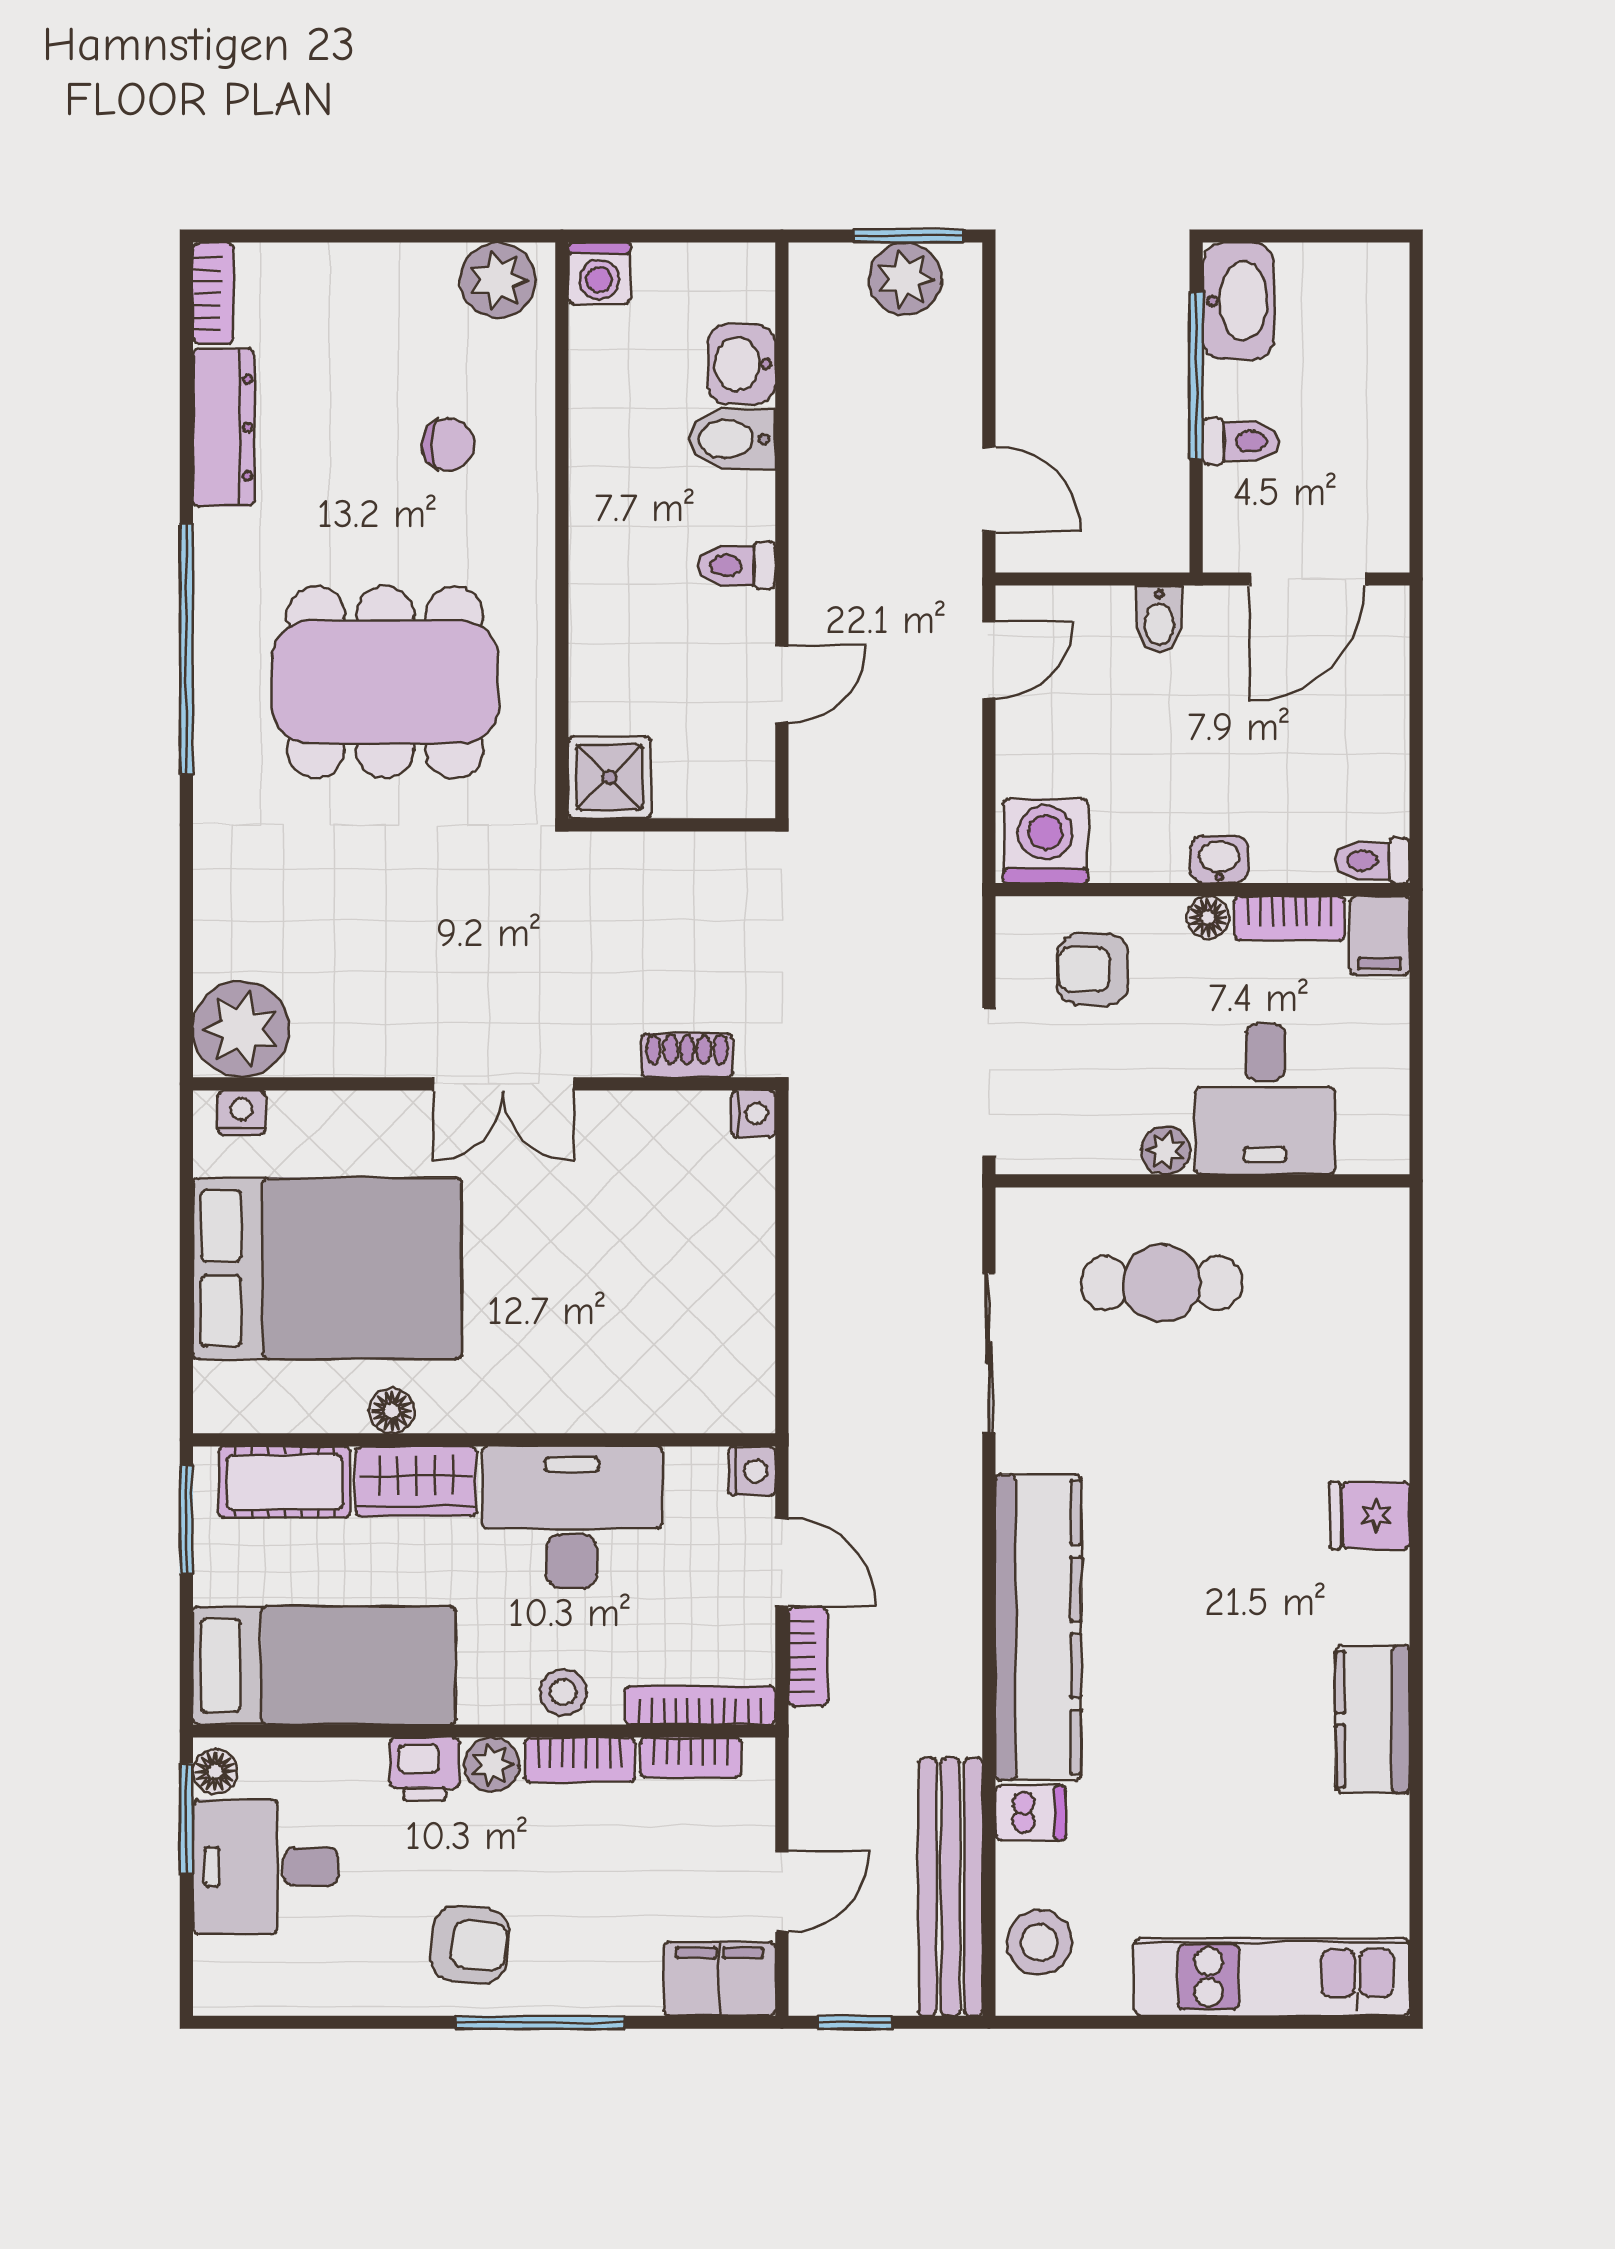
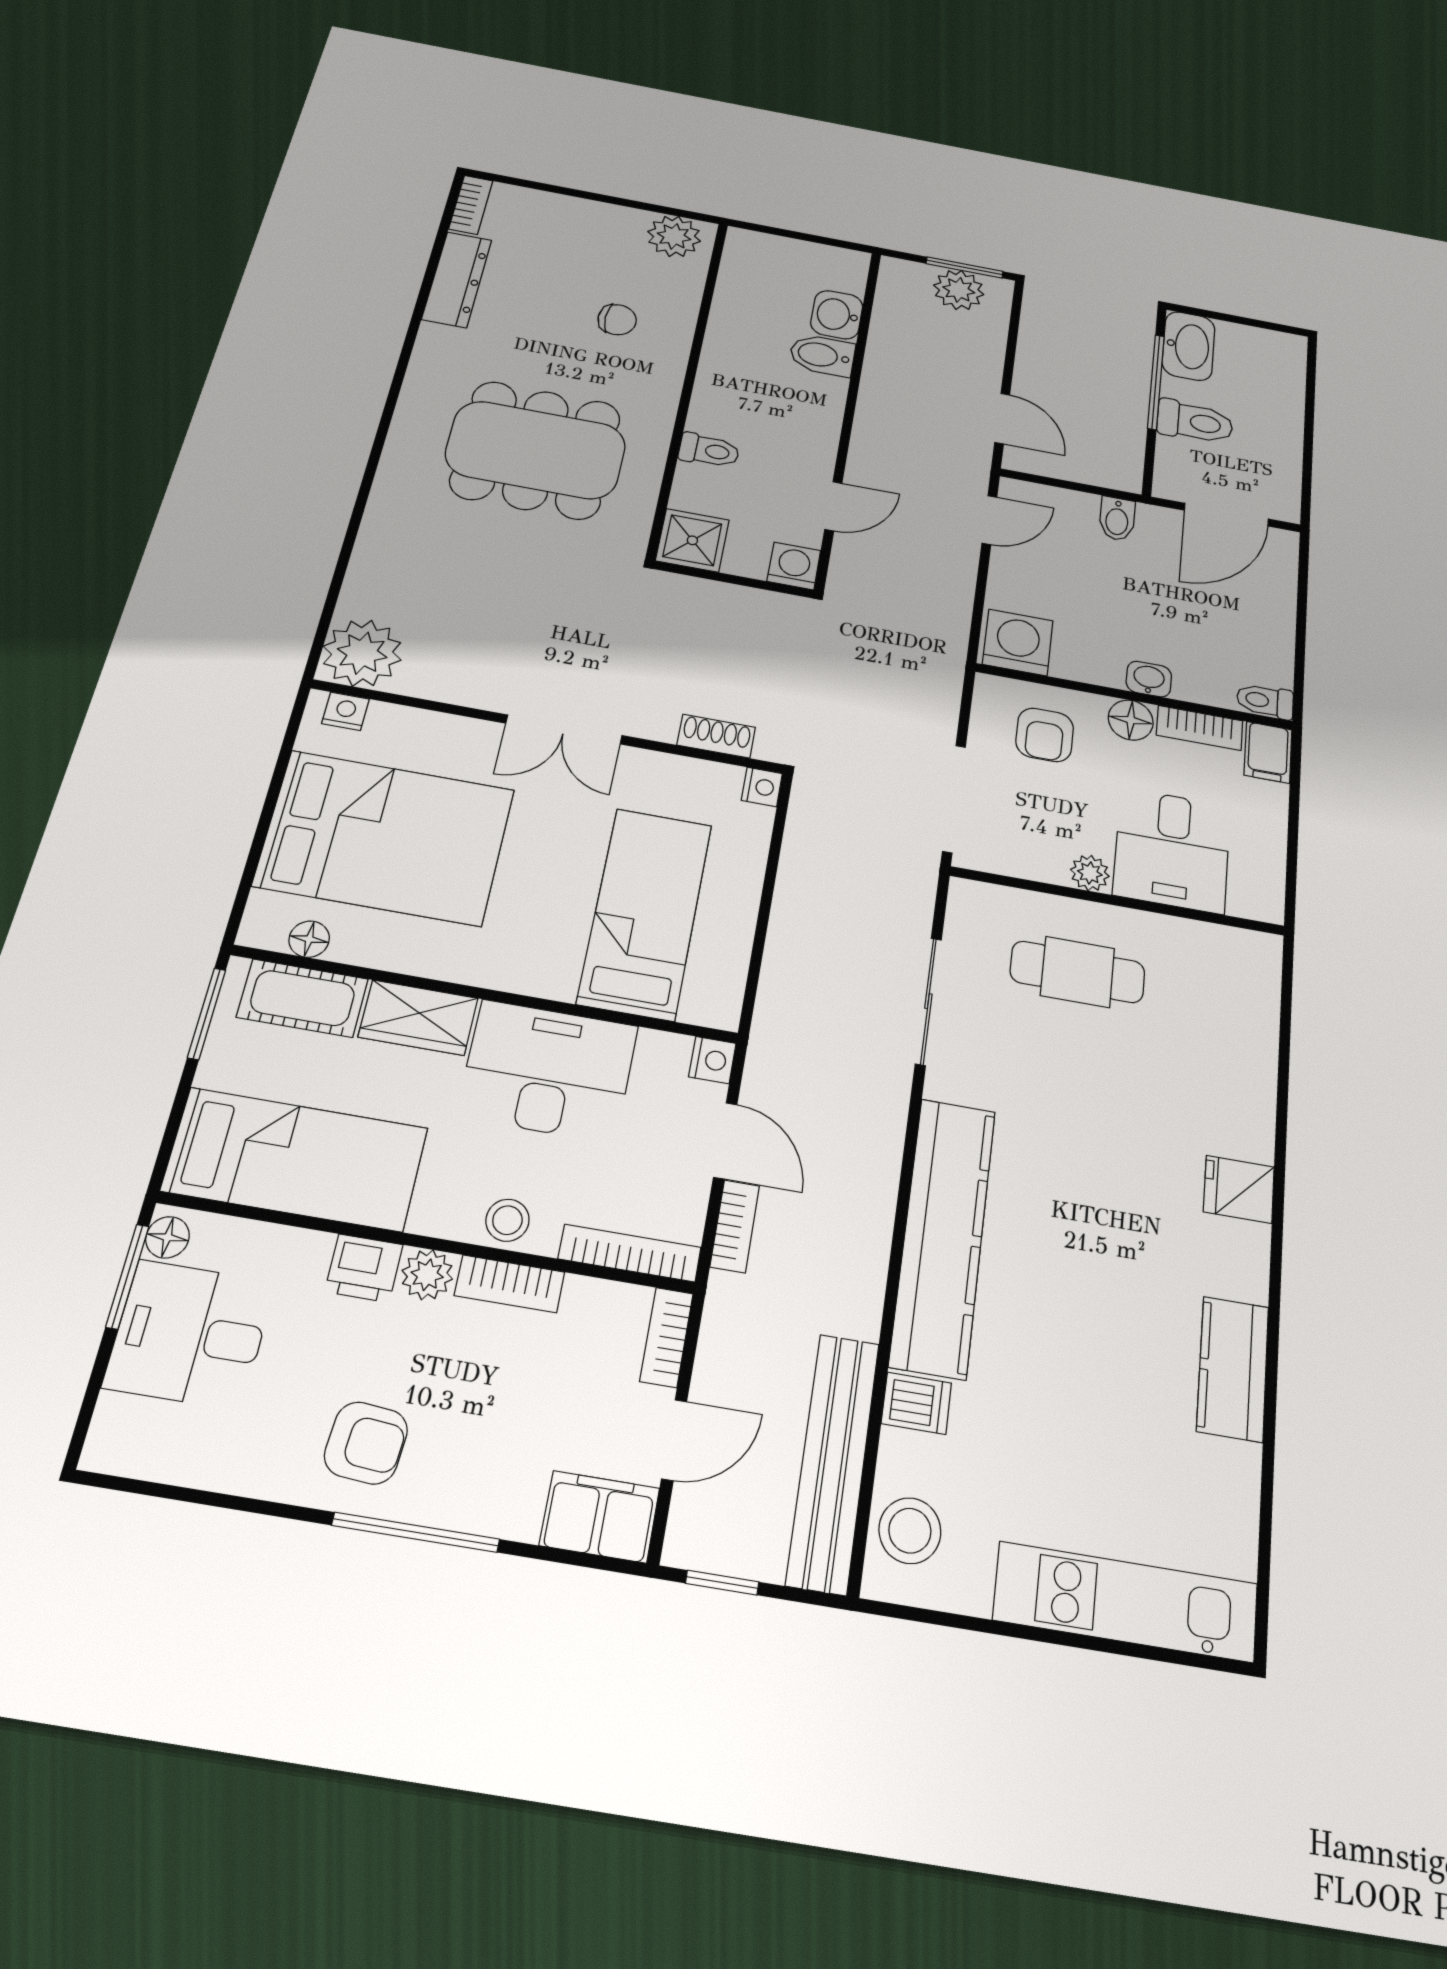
washing machine: (599, 273) -> (794, 566), moved, turned 180
toilet: (1240, 441) -> (1195, 422), width x1.37, depth x1.39
toilet: (737, 565) -> (709, 451), moved, turned 180
window: (186, 649) -> (391, 402), removed
floor lamp: (1208, 917) -> (1131, 720), width x1.37, depth x1.37
armchair: (1093, 969) -> (1045, 735), turned -90
bed: (644, 1306) -> (645, 913), added
floor lamp: (392, 1411) -> (309, 939), moved
bookcase: (691, 1758) -> (666, 1337), moved, turned 90

